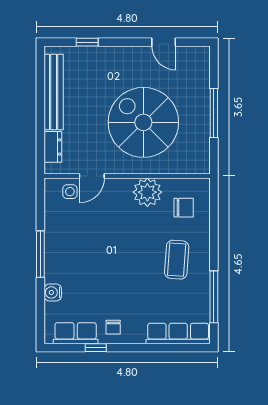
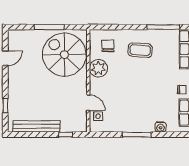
spiral stairs: (143, 122) -> (64, 55), moved, turned 90
window: (40, 139) -> (66, 135), added
dresser: (53, 147) -> (70, 127), removed

